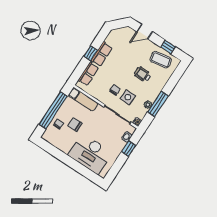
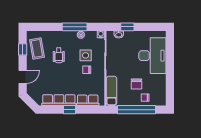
door: (145, 32) -> (23, 77), hinge flipped
row of seats: (102, 54) -> (59, 100), width x1.48

